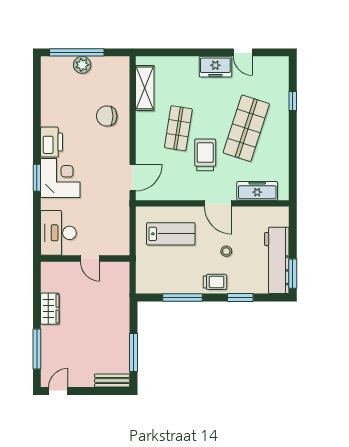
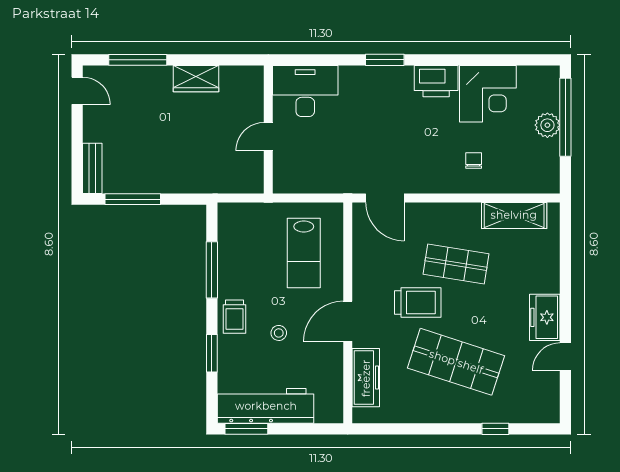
chair: (107, 116) -> (474, 161), width x0.54, depth x0.54
corner desk: (60, 178) -> (488, 94), moved

